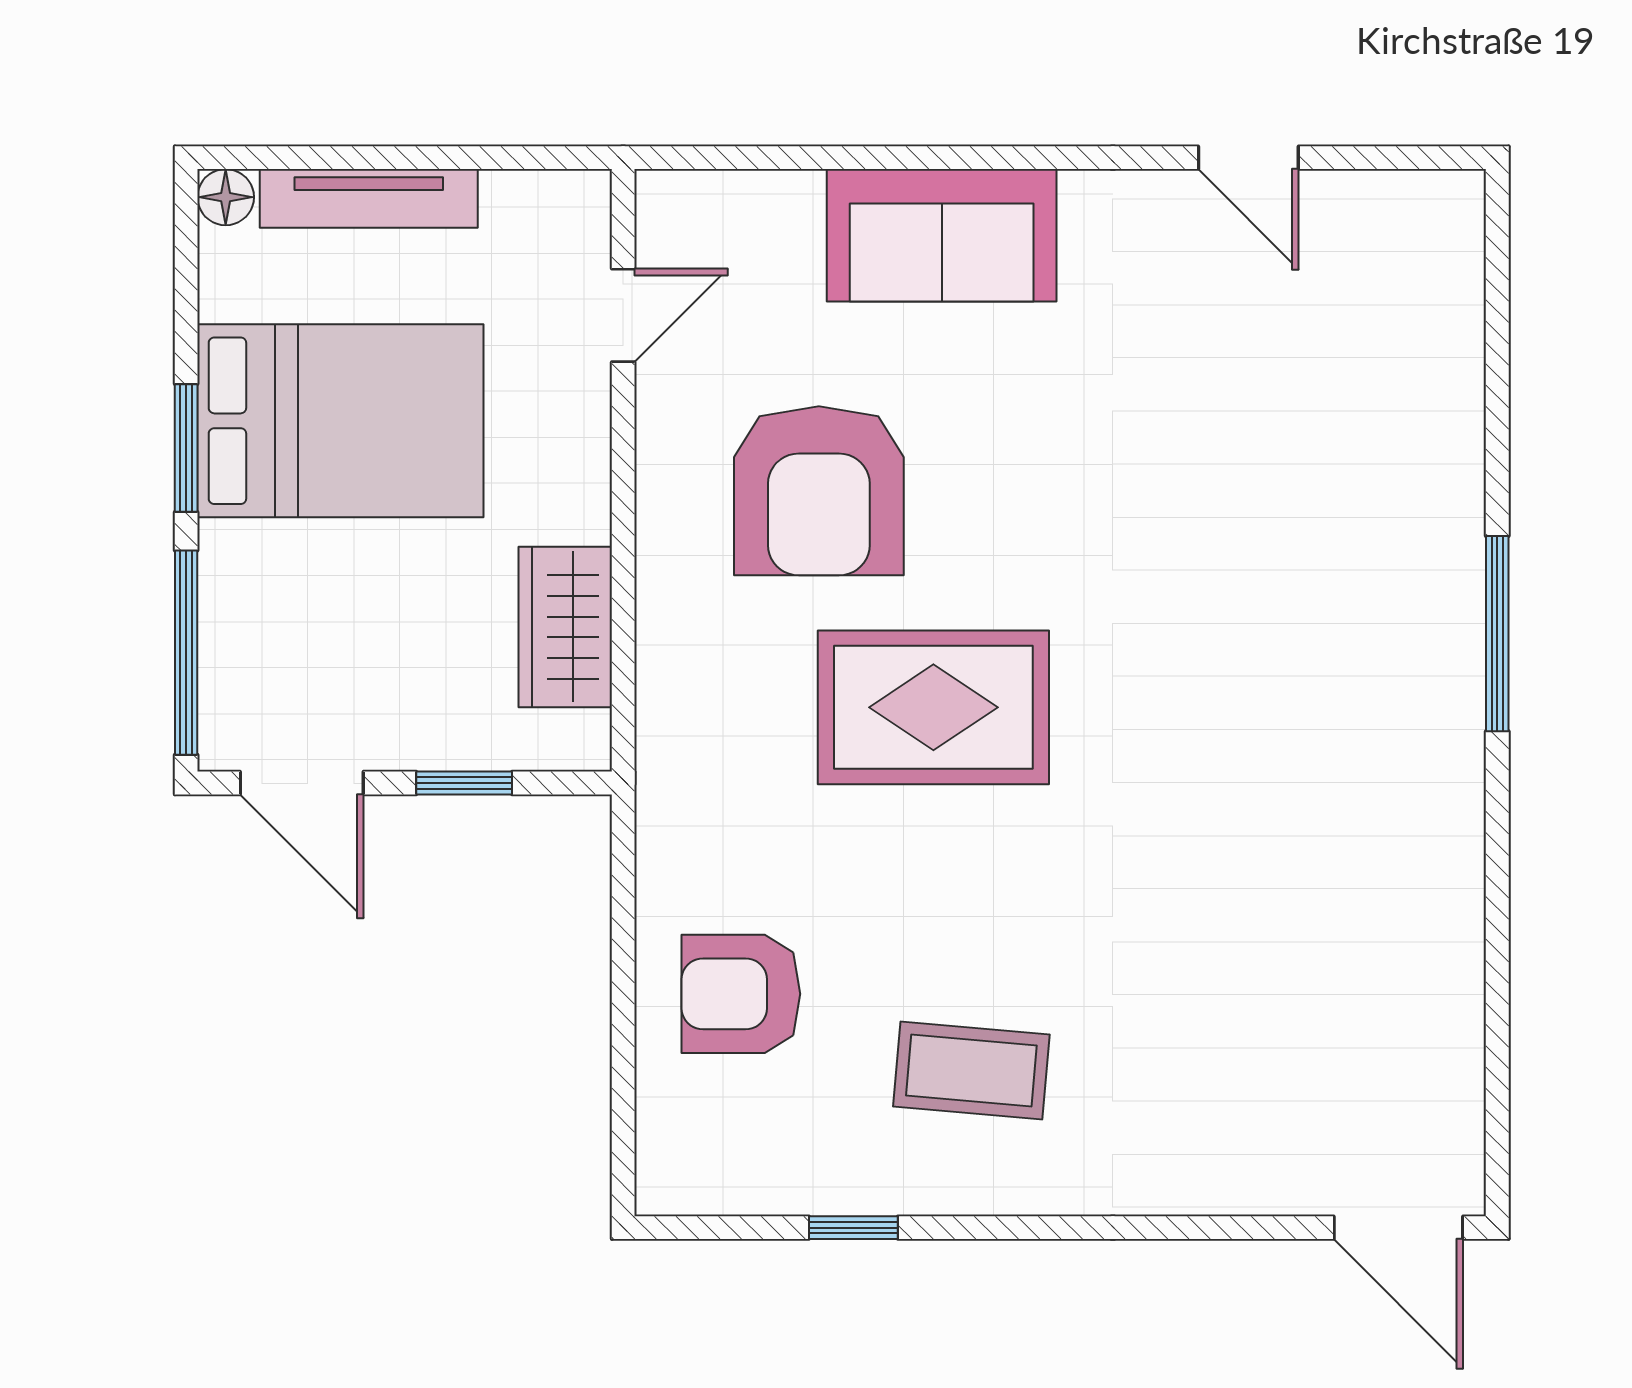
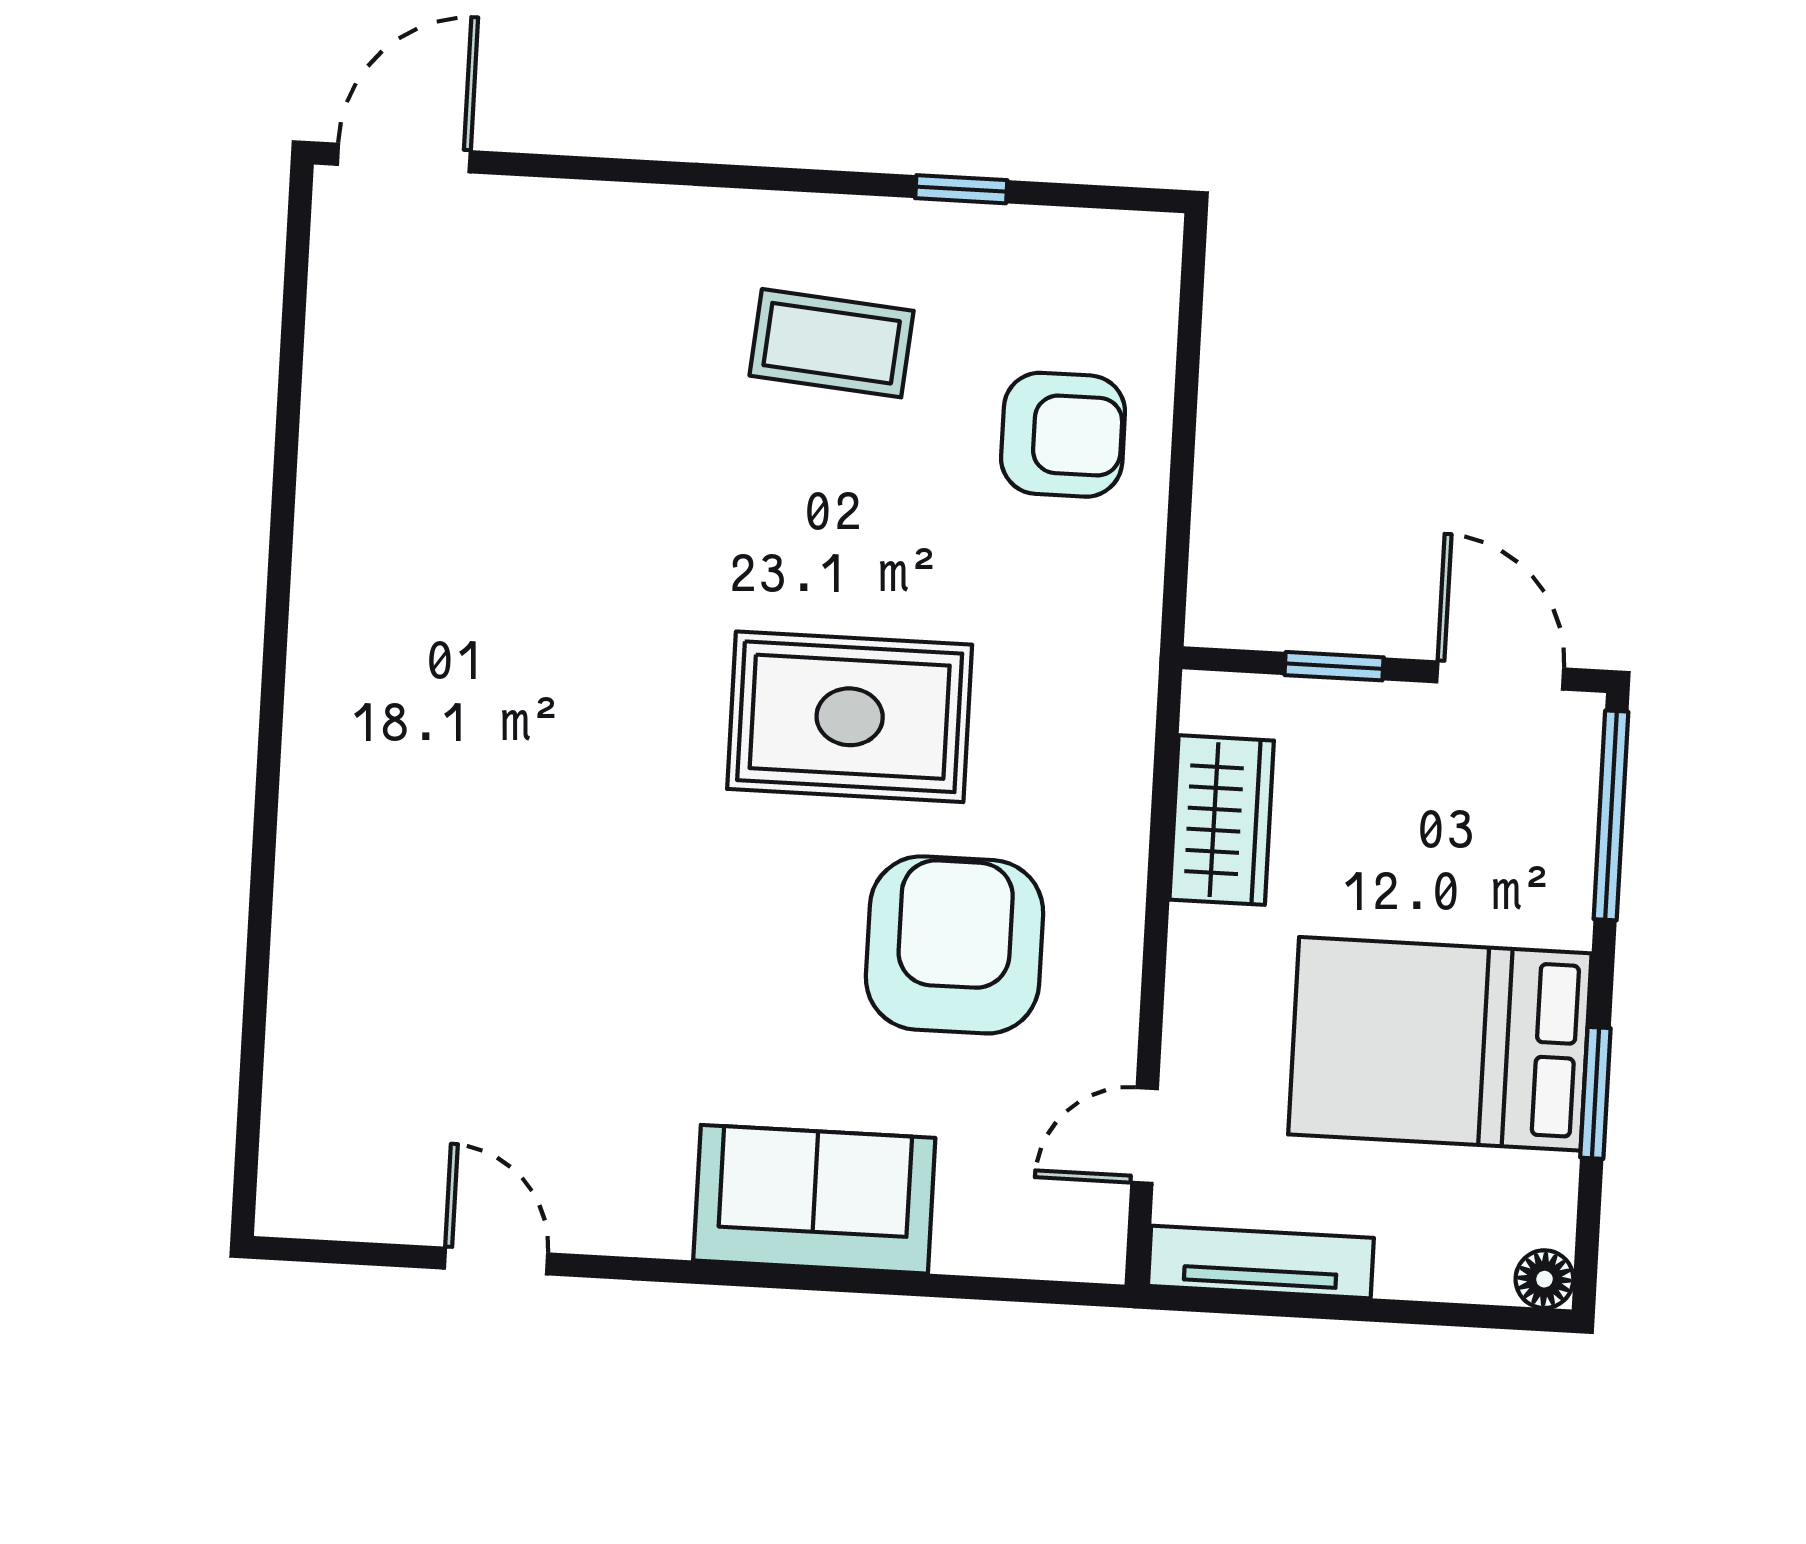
tv unit: (369, 198) -> (1261, 1262), moved
window: (186, 448) -> (1595, 1093), moved
window: (1497, 634) -> (269, 760), removed
door: (1398, 1228) -> (404, 158), hinge flipped

